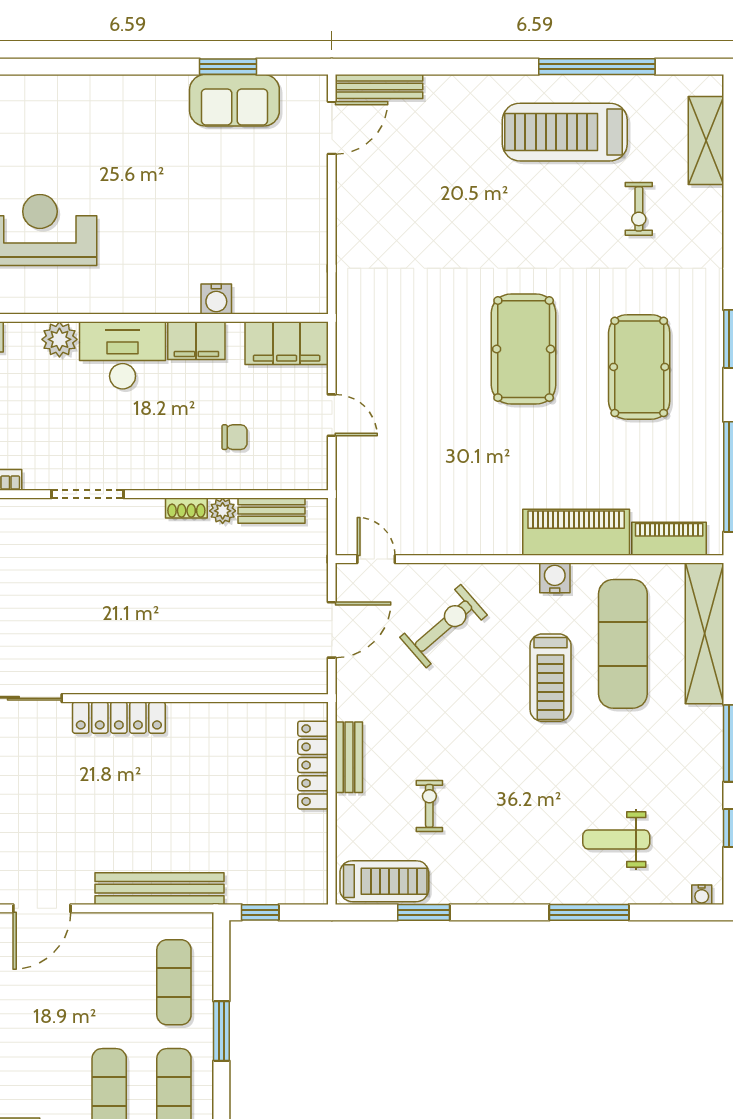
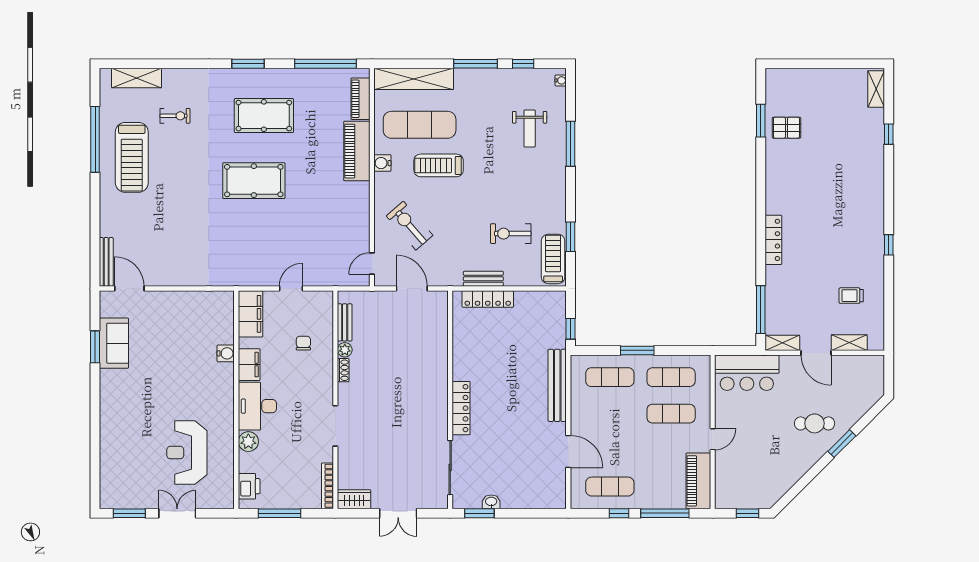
treadmill: (551, 678) -> (439, 165), turned 180
exercise bike: (429, 806) -> (511, 234), width x1.38, depth x1.39

